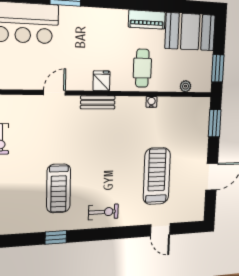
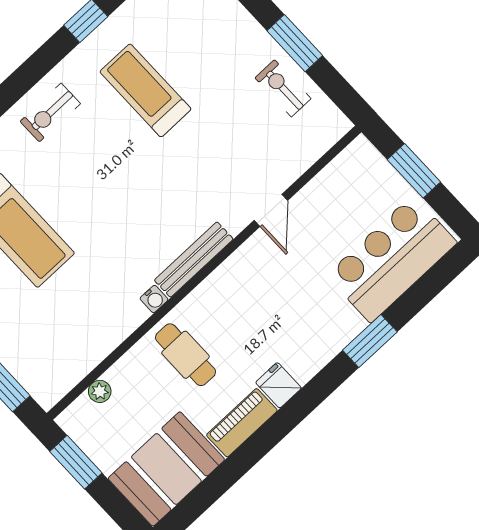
fridge: (101, 81) -> (278, 385), moved, turned 180
bench: (98, 102) -> (194, 260), width x1.36
water cooler: (151, 102) -> (154, 299), moved

